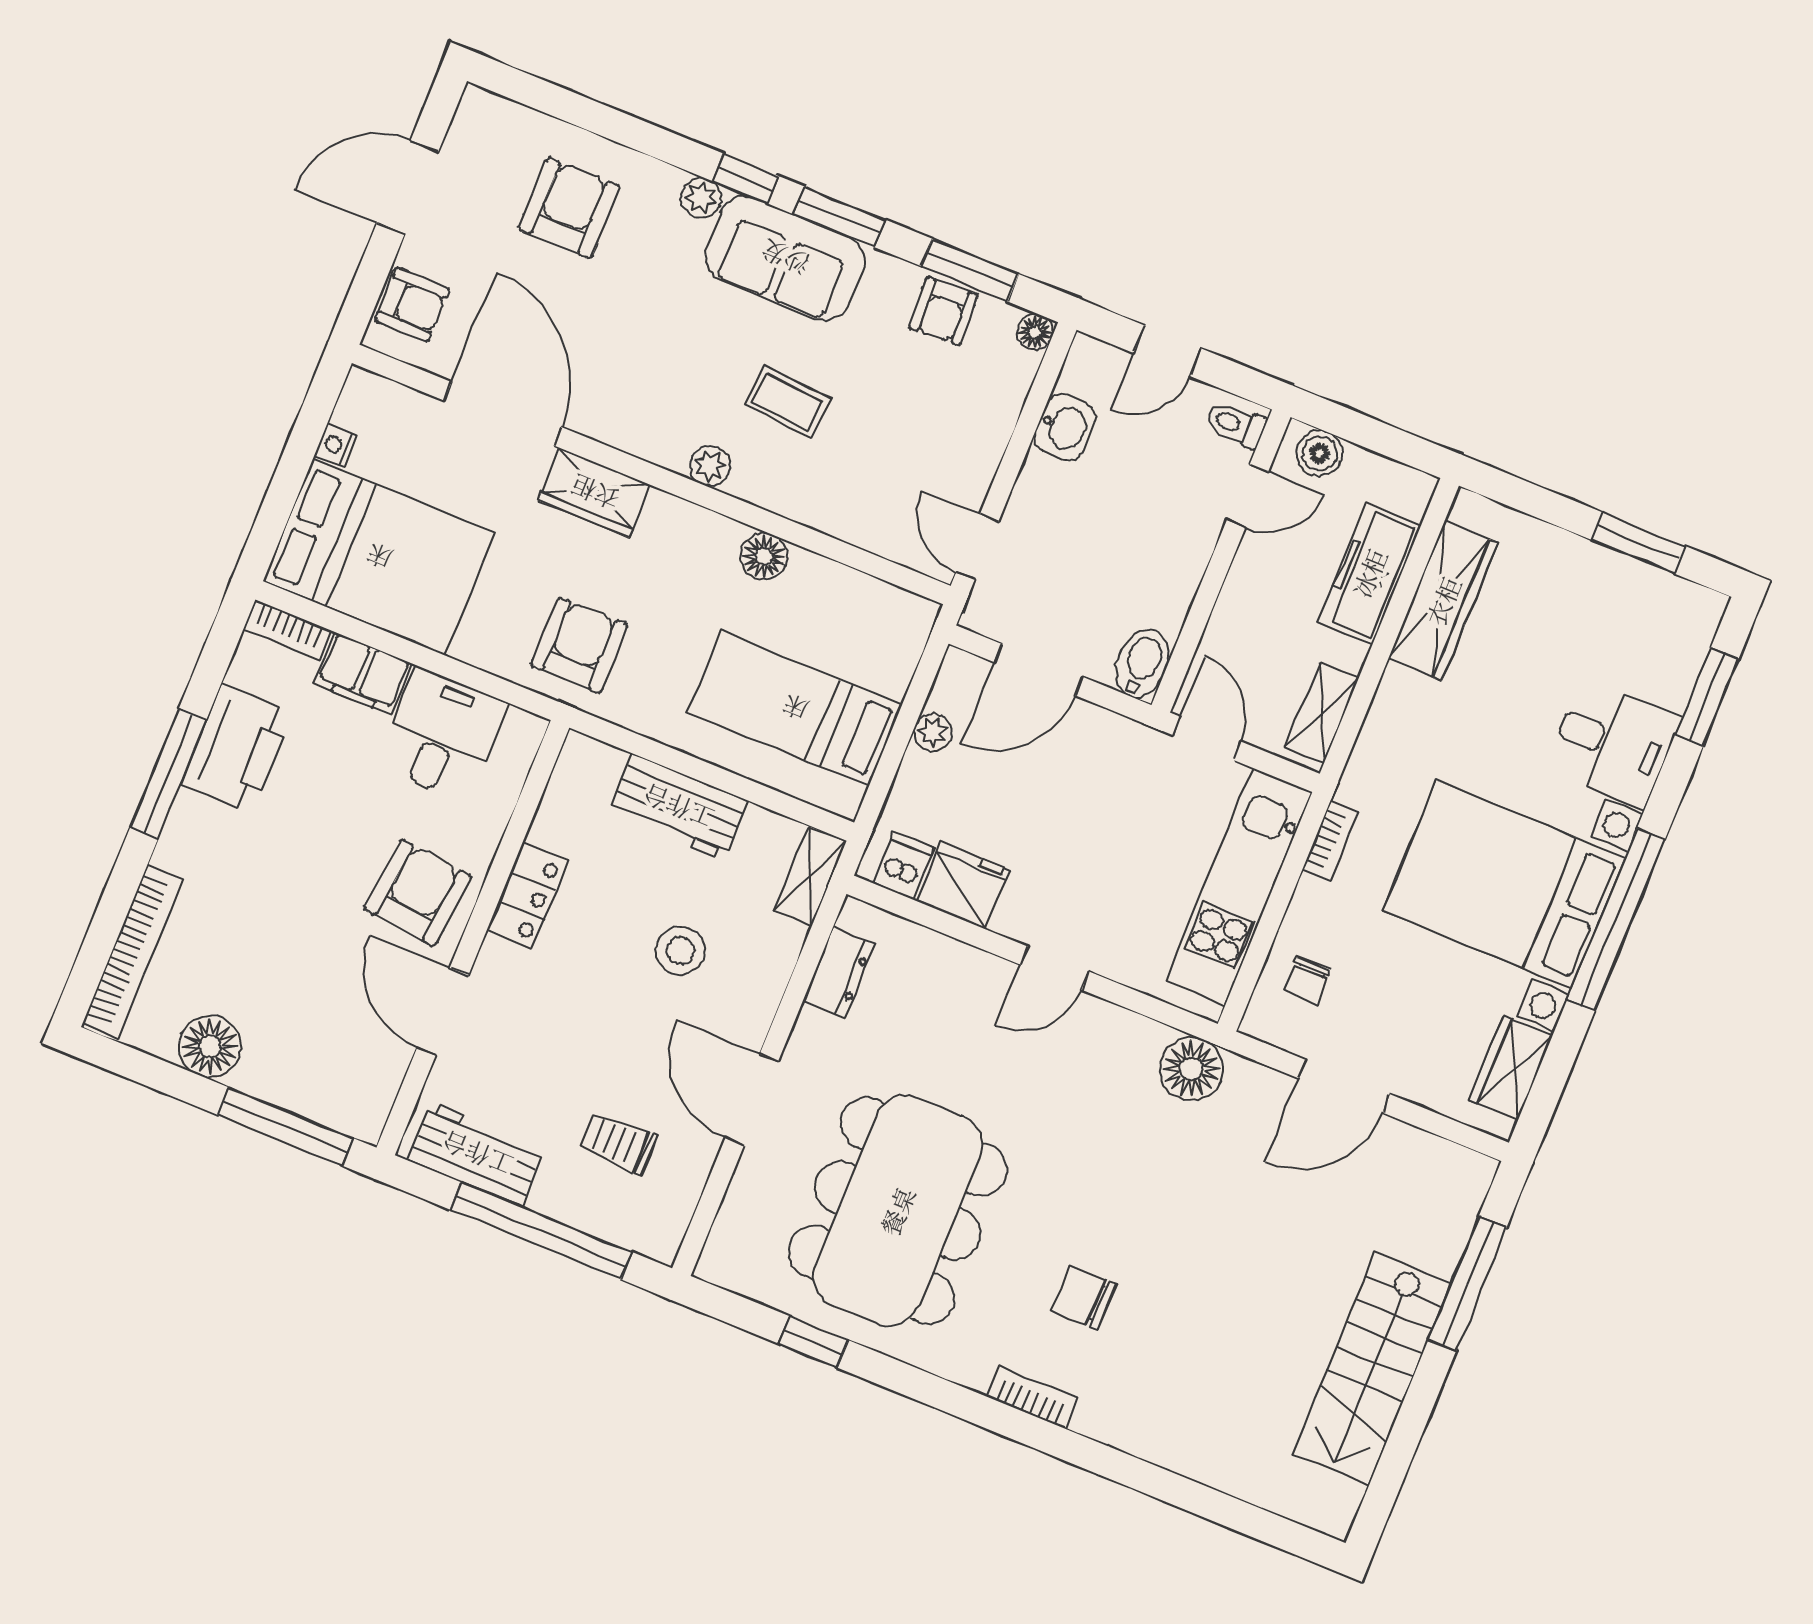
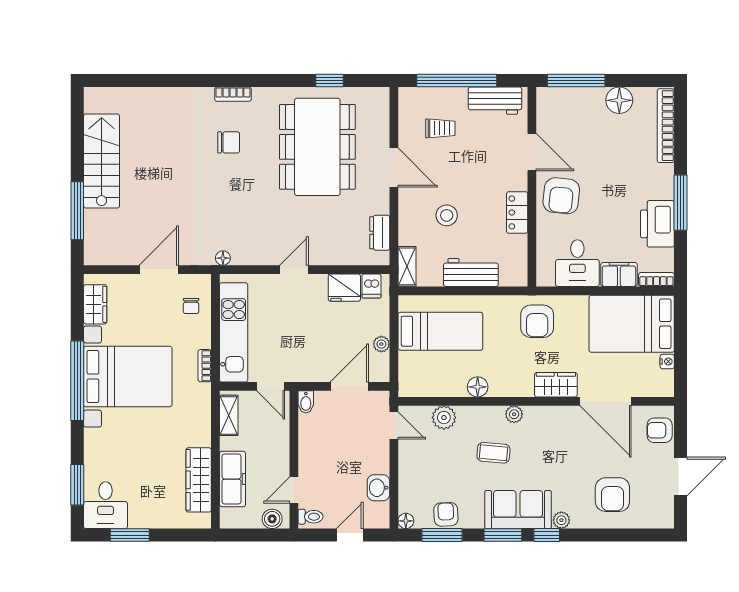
plant: (863, 520) -> (444, 418), added
bidet: (1142, 663) -> (306, 402), width x0.72, depth x0.74
desk: (1613, 743) -> (106, 505), moved, turned -90
chair: (1307, 980) -> (191, 306), turned 180
floor lamp: (1191, 1069) -> (223, 258), width x0.53, depth x0.53

